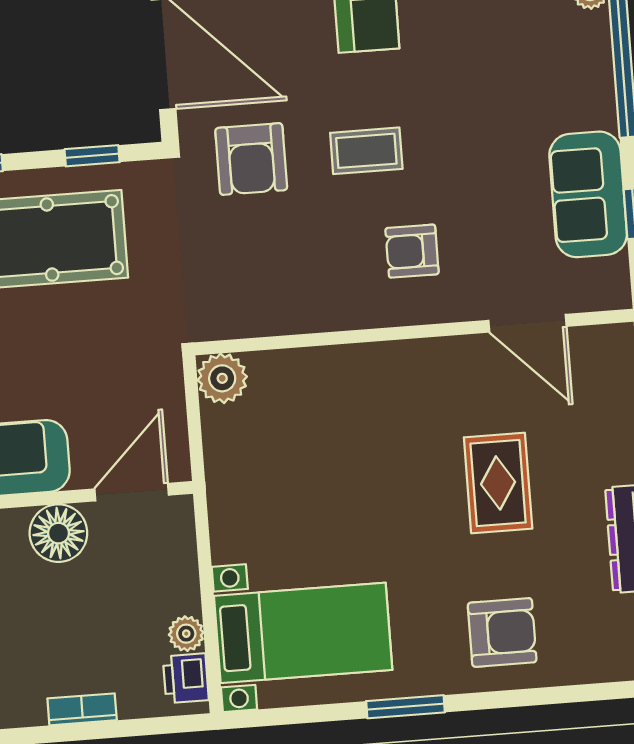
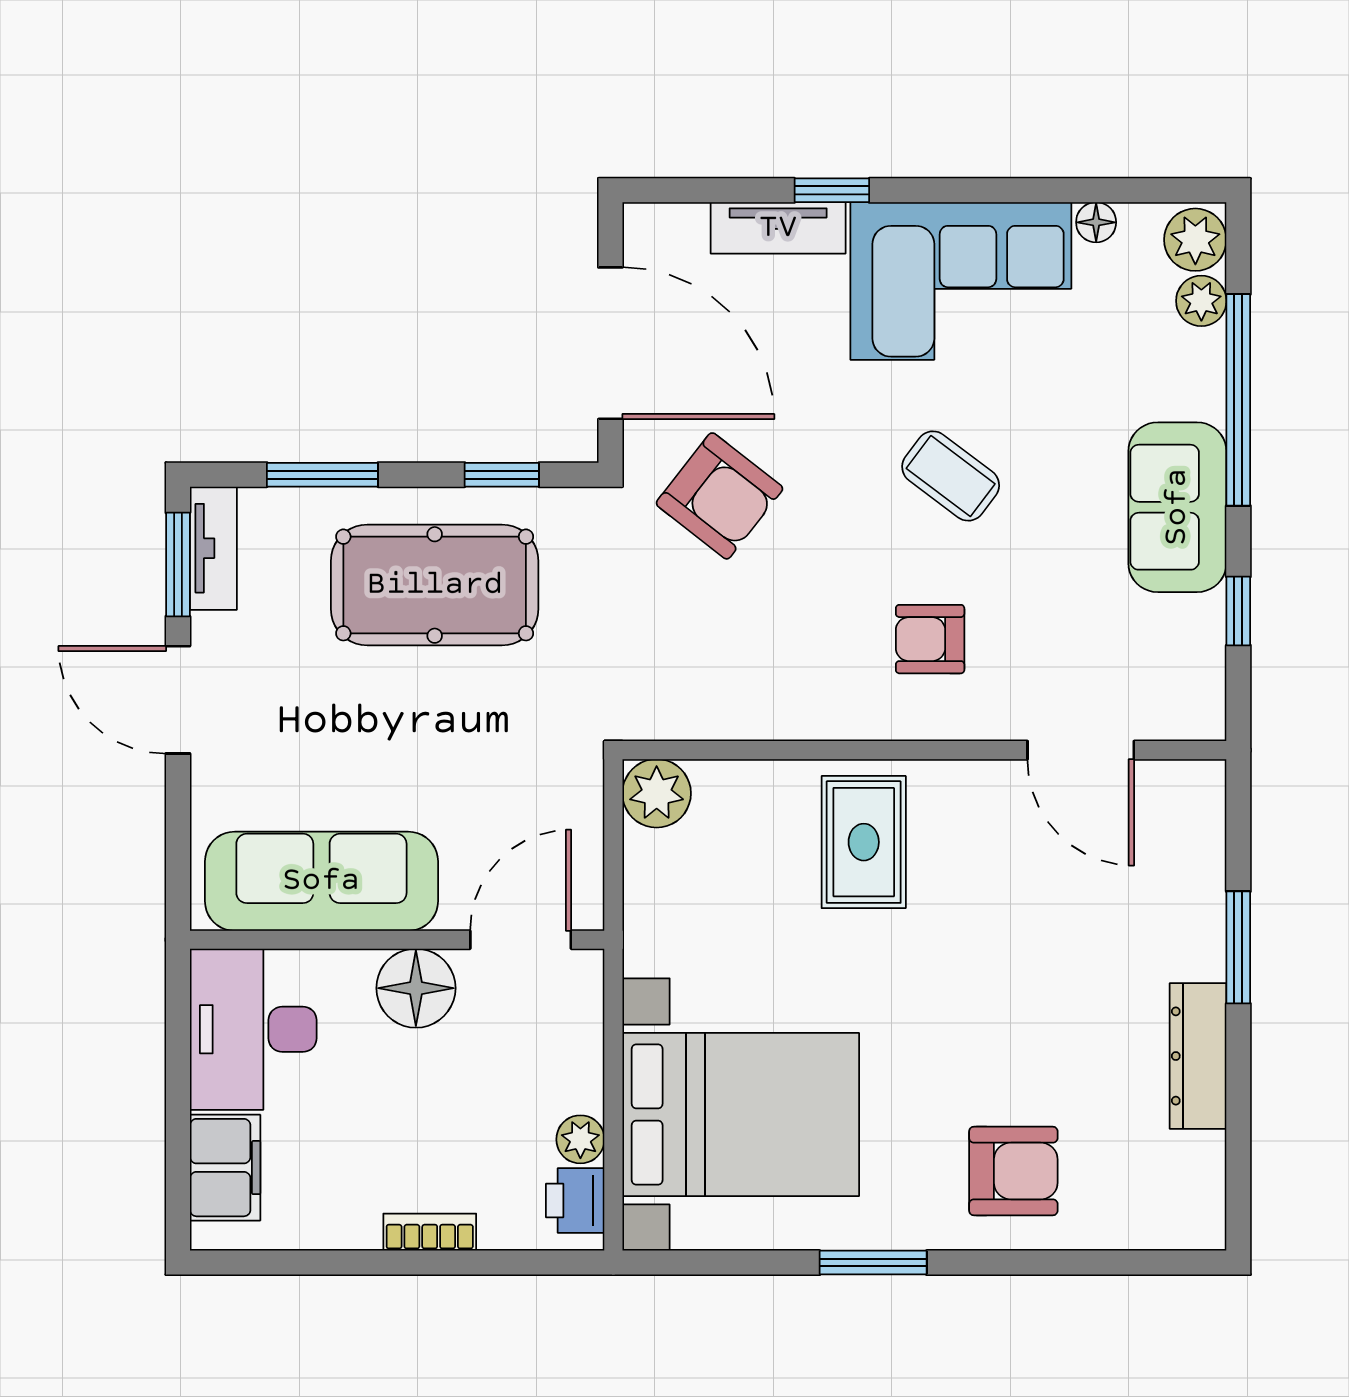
coffee table: (366, 151) -> (951, 476), moved, turned 37
armchair: (251, 159) -> (719, 496), turned -52
sofa: (588, 194) -> (1177, 507), moved
rug: (498, 483) -> (864, 842), moved
bed with nightstands: (303, 633) -> (741, 1114), width x1.36

